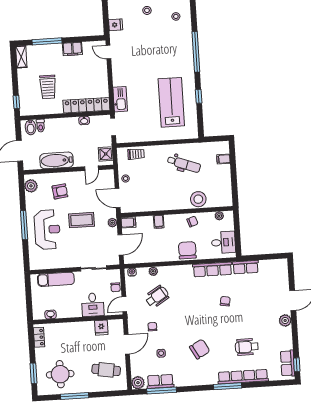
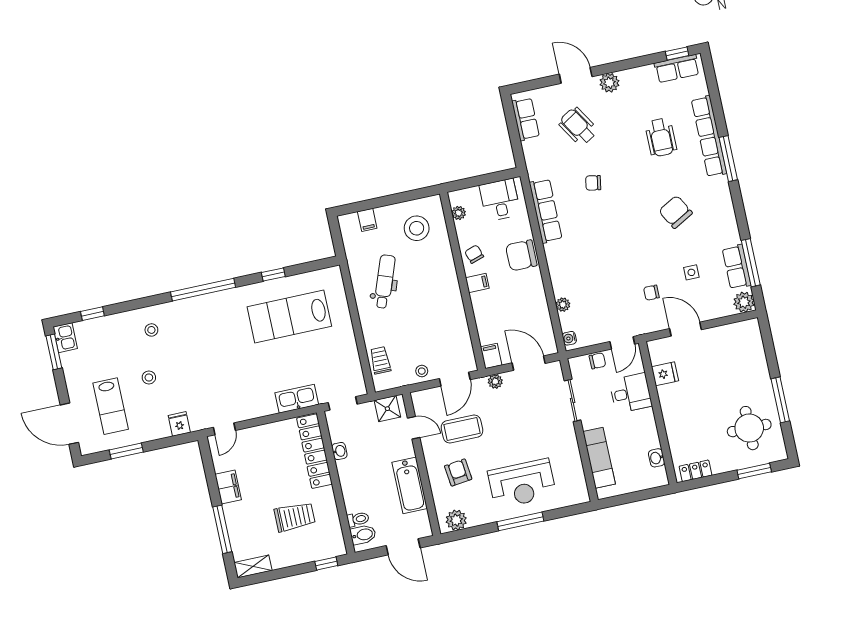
stool: (198, 199) -> (417, 228), moved
coffee table: (82, 220) -> (462, 429), moved, turned 90
filing cabinet: (159, 222) -> (477, 283), moved
reception desk: (47, 230) -> (522, 484), turned 180
row of seats: (246, 267) -> (526, 119), moved
wheelchair: (157, 297) -> (578, 126), moved
door: (124, 304) -> (622, 343), hinge flipped
cafe table: (106, 370) -> (731, 356), removed

